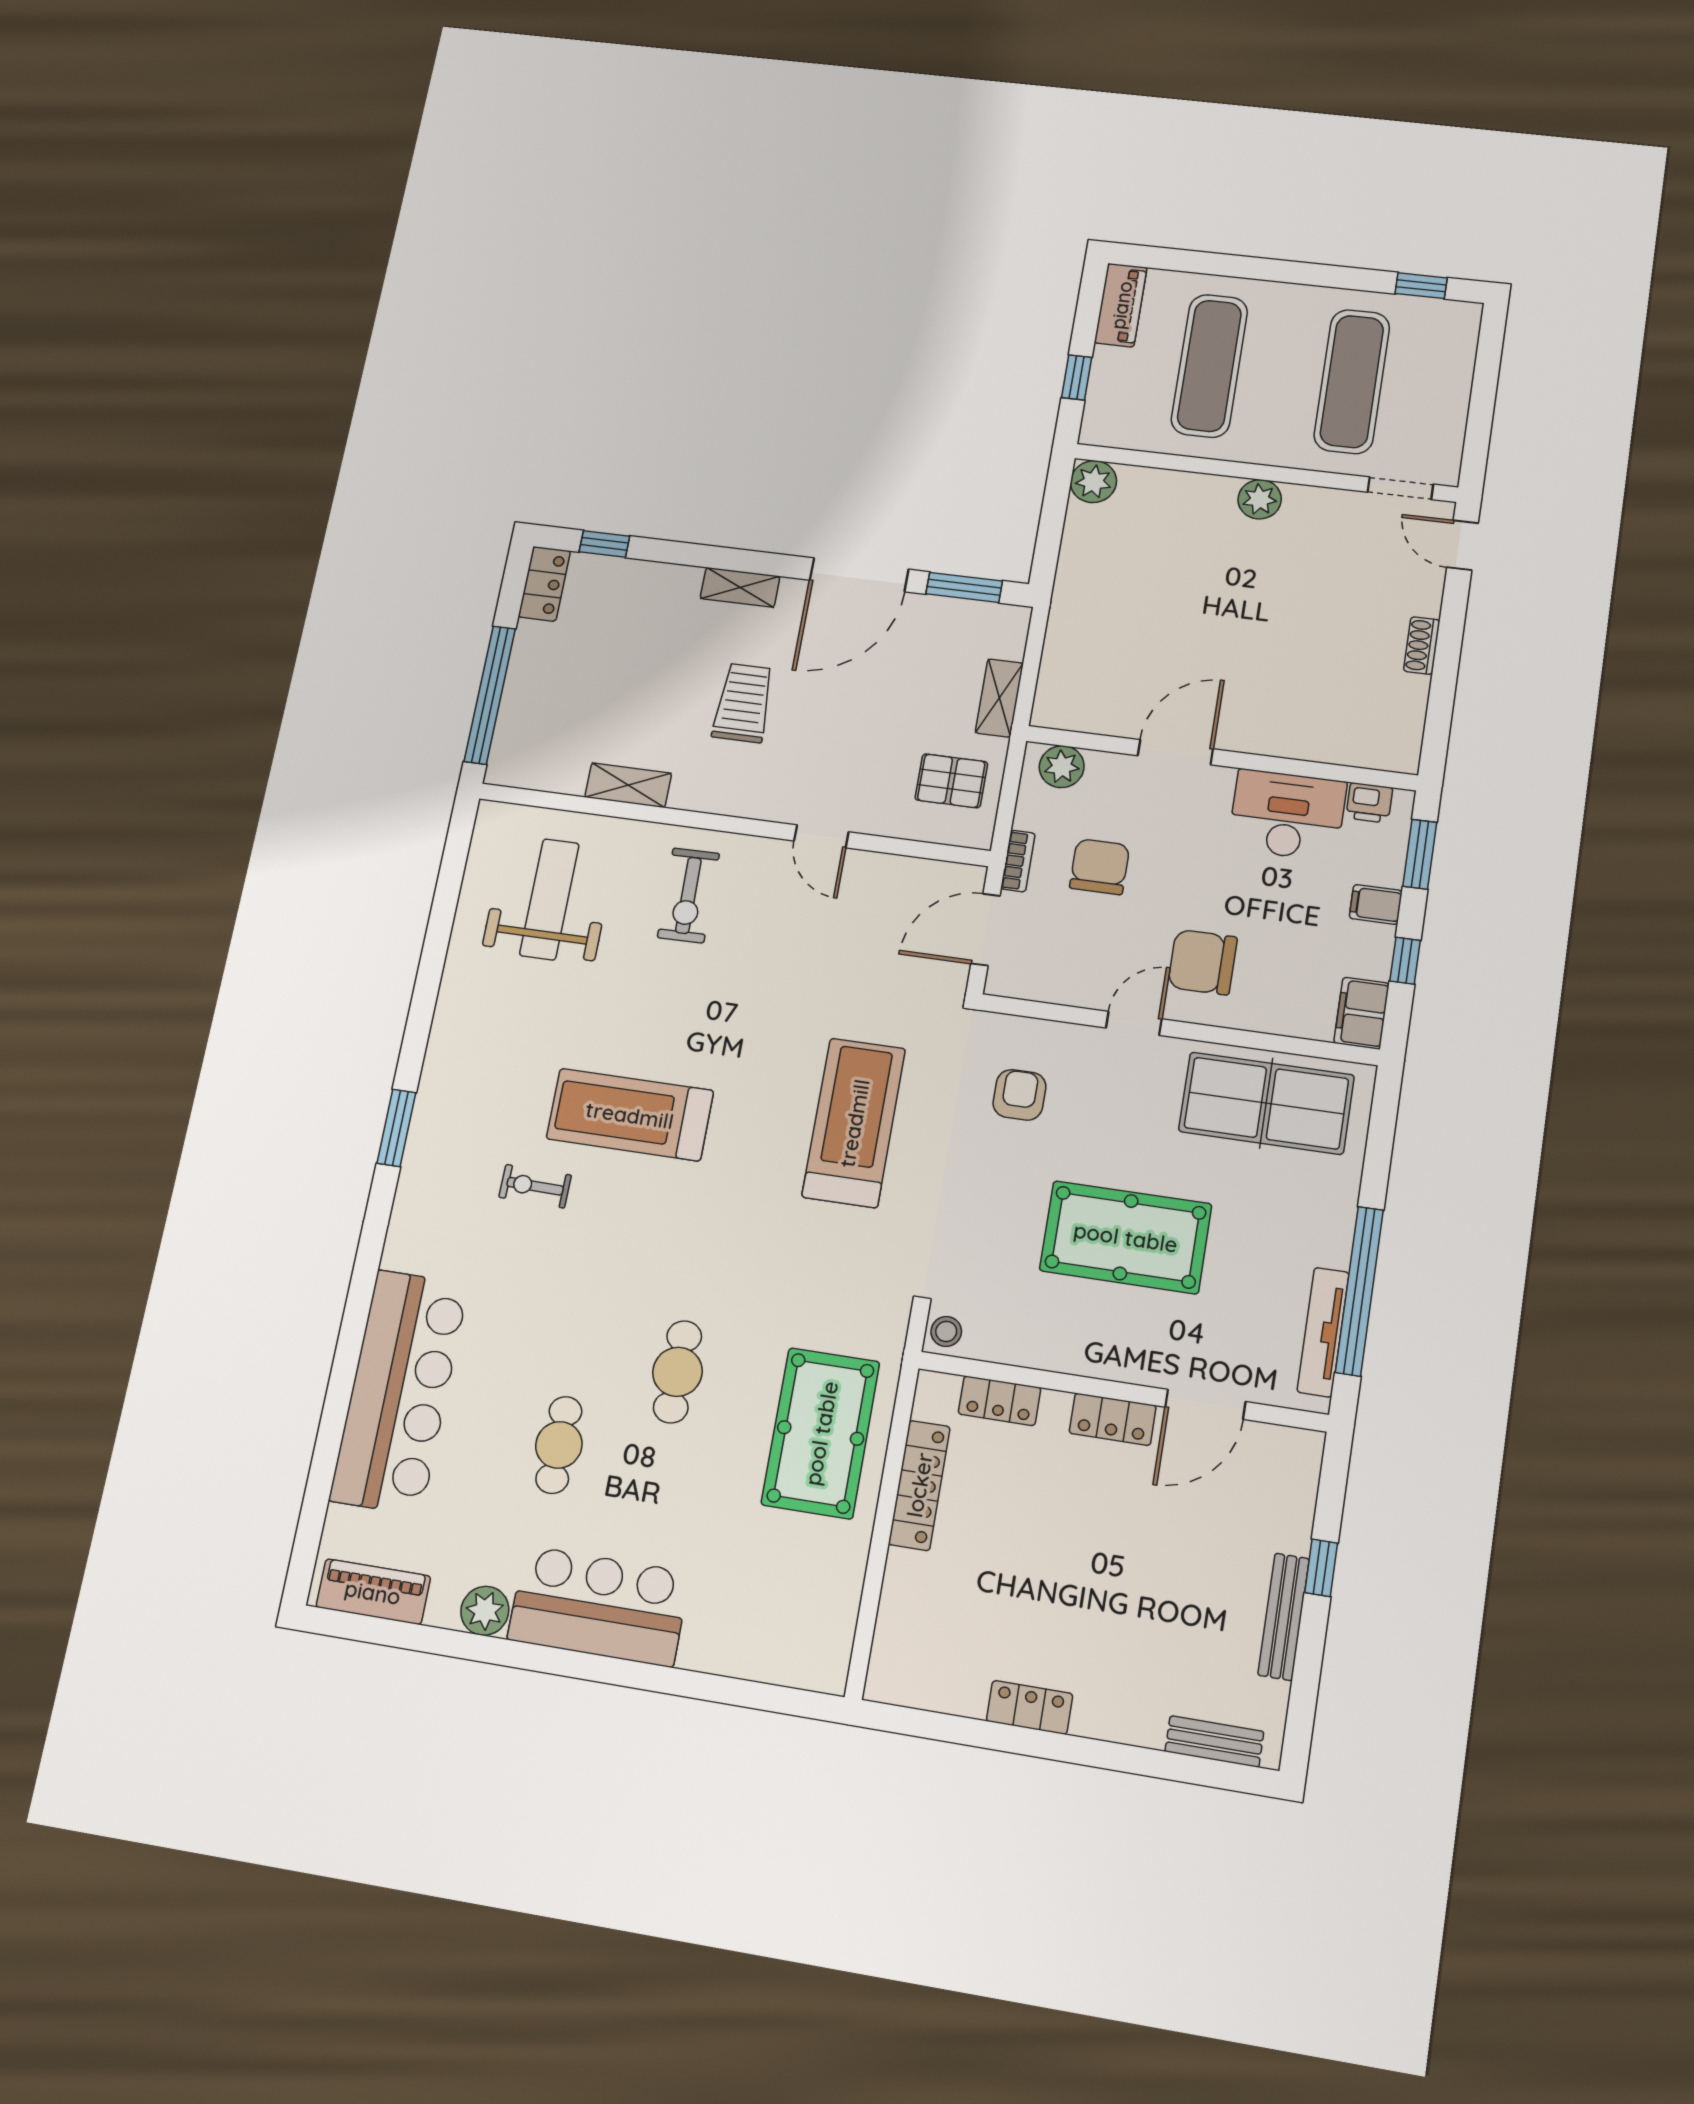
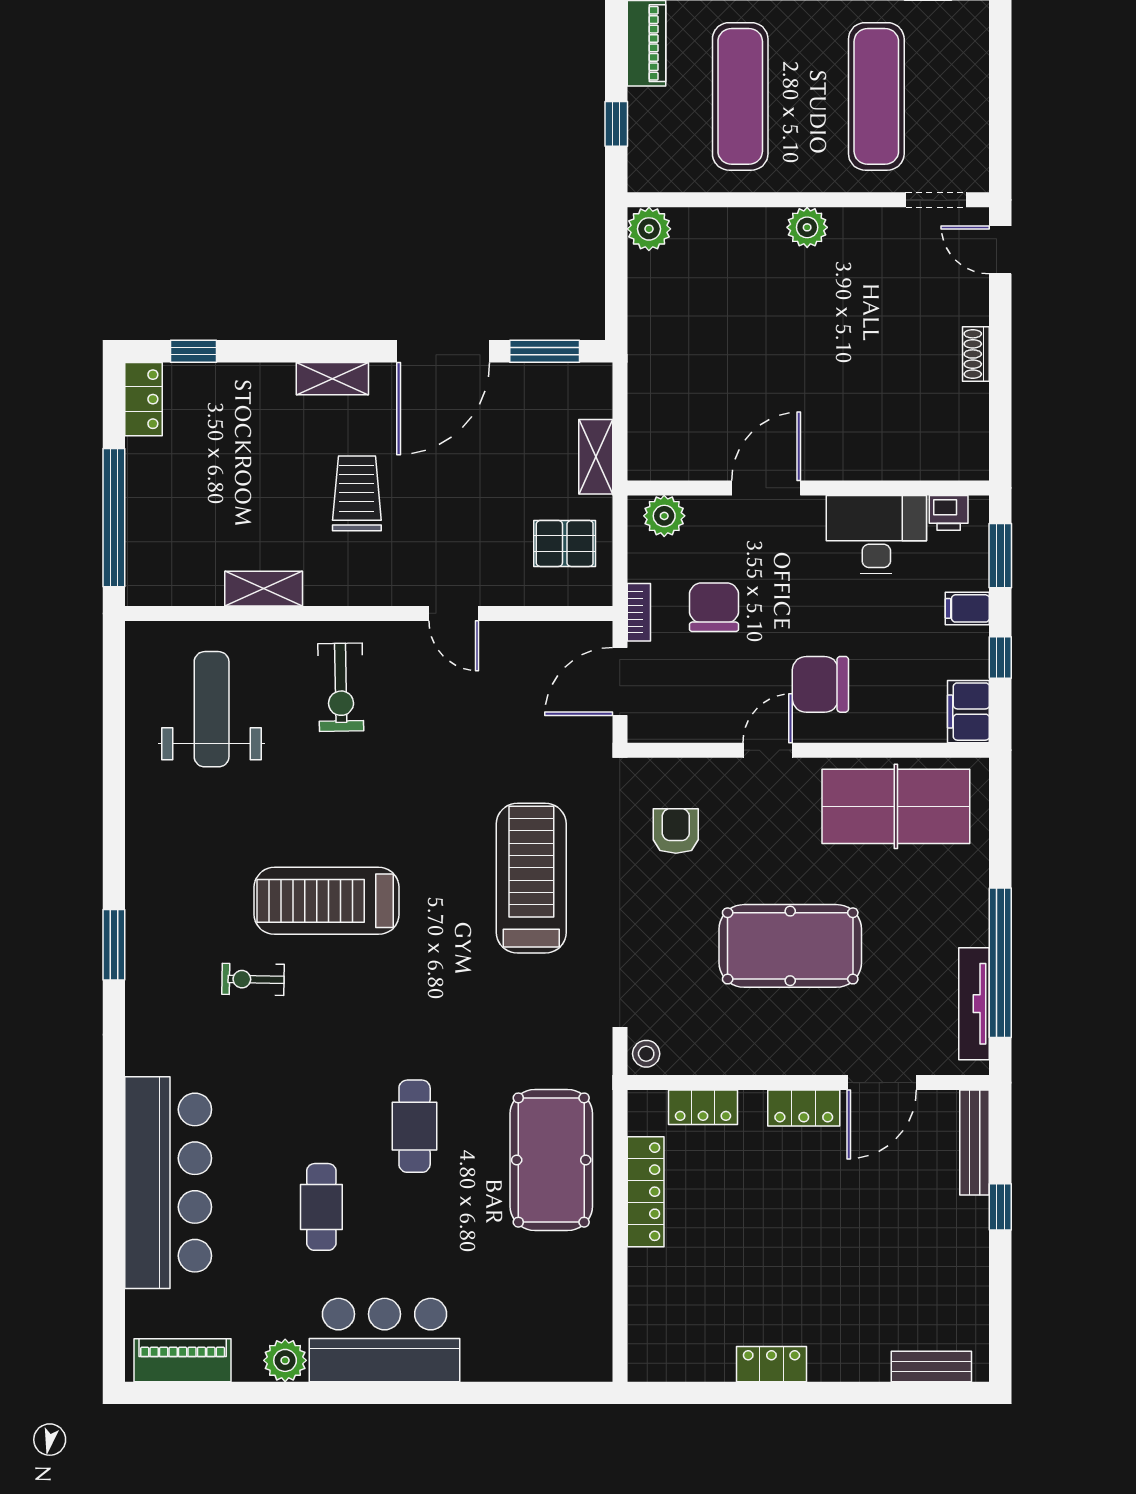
bench: (1284, 1617) -> (975, 1142), moved

